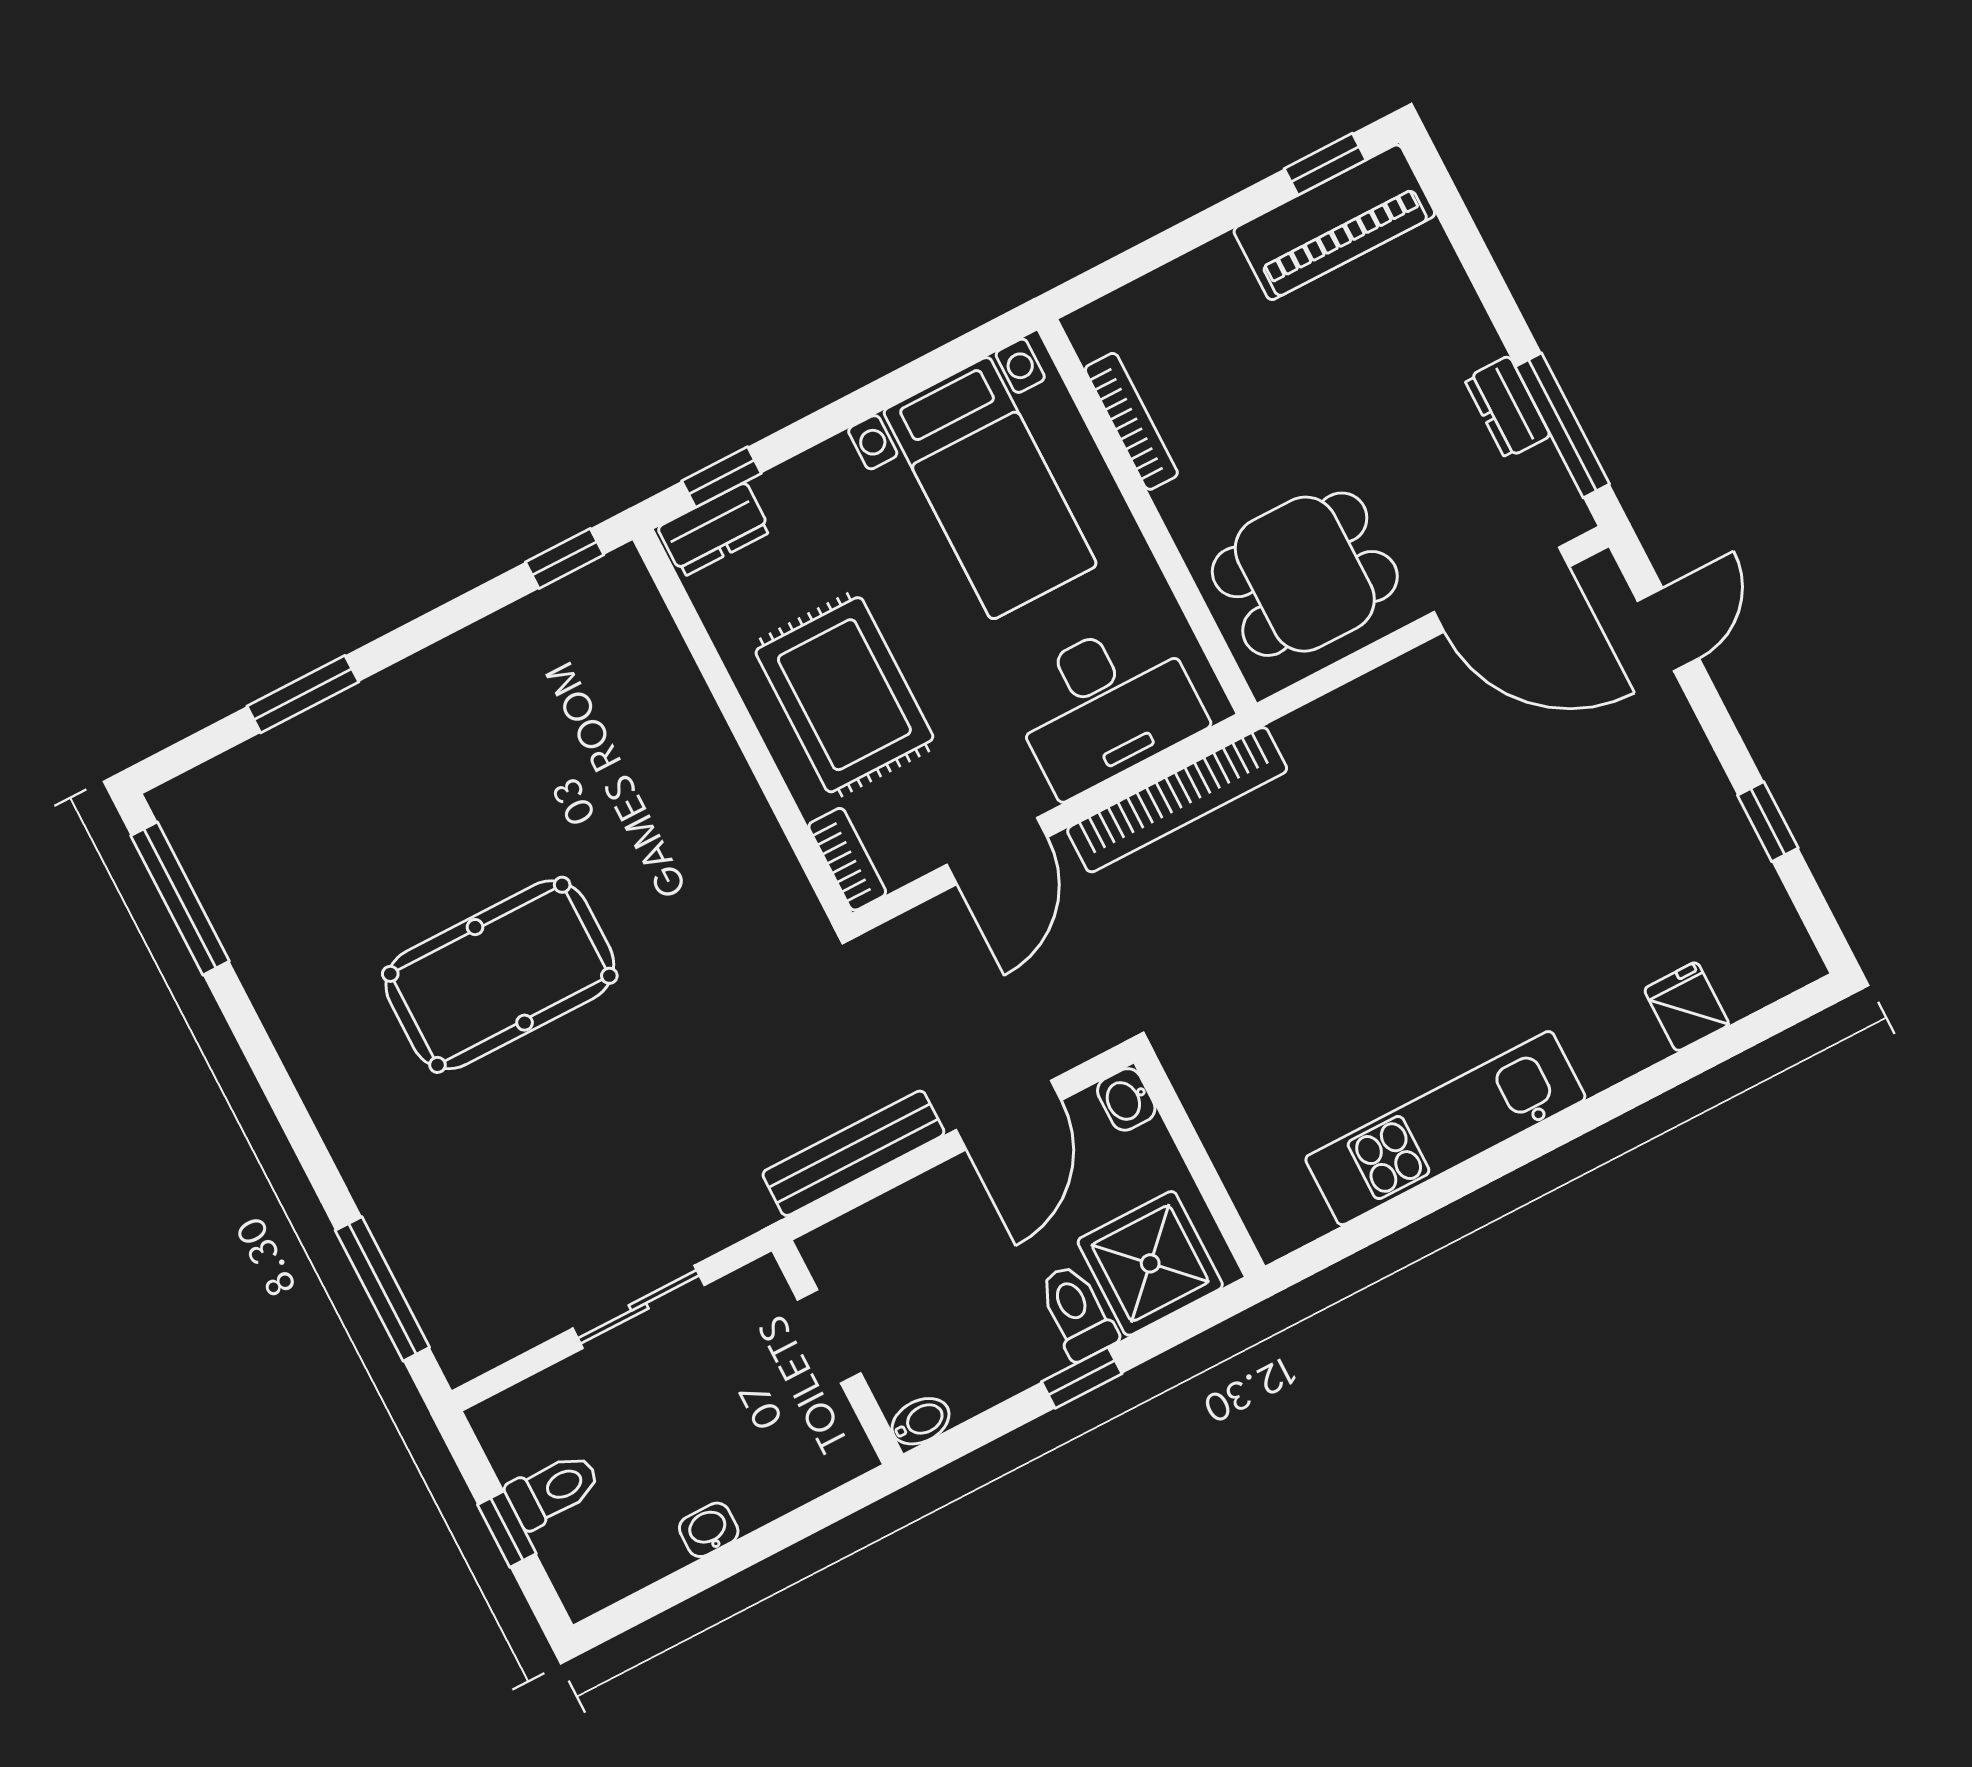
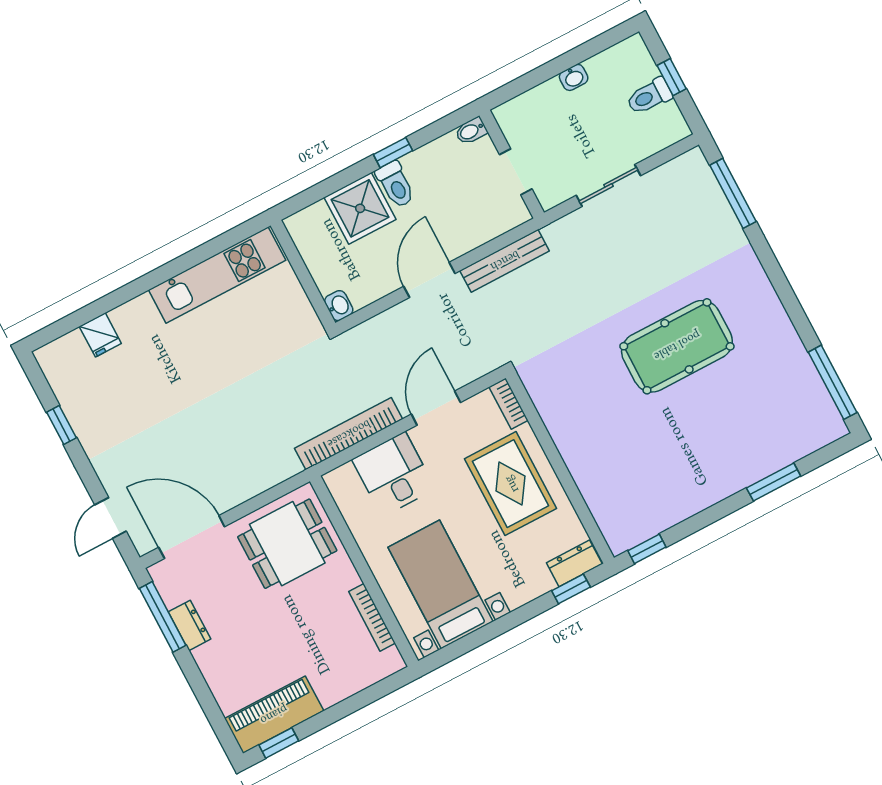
desk: (1106, 705) -> (394, 474), width x0.73
washbasin: (1126, 1099) -> (339, 306), moved
wall: (1199, 1165) -> (303, 274), moved

